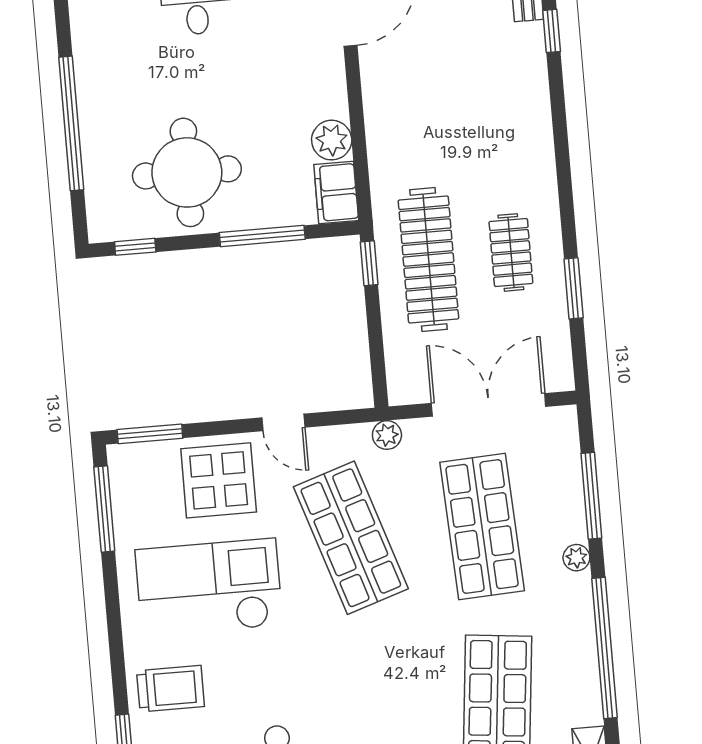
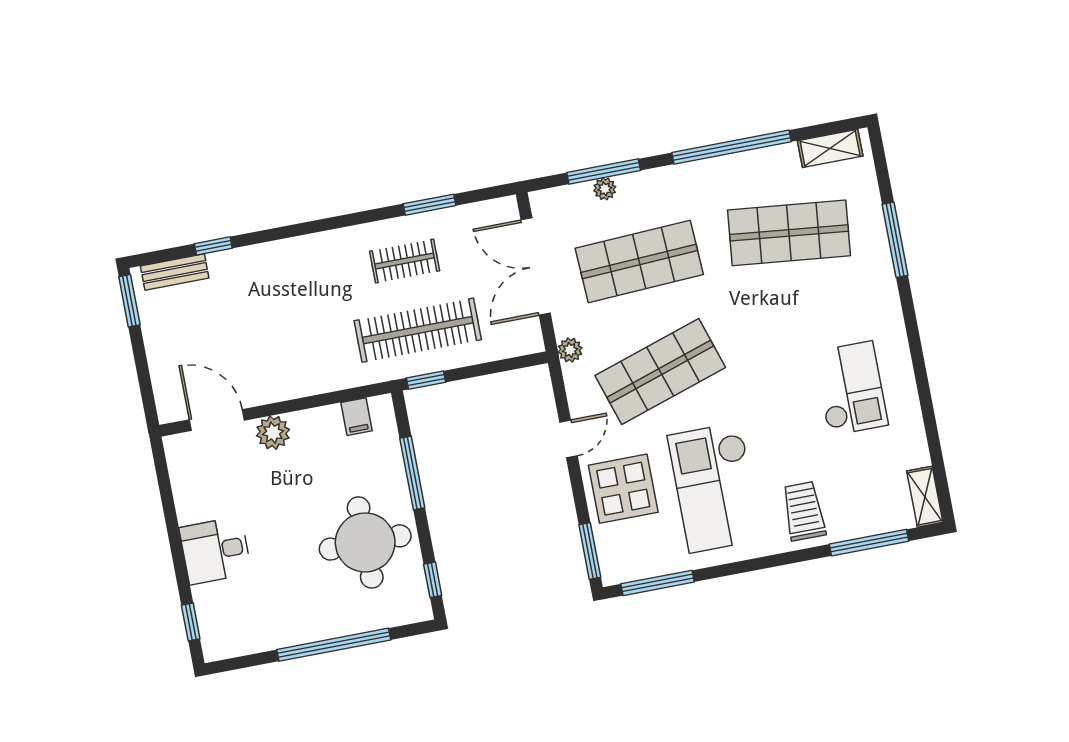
plant: (332, 140) -> (273, 433), moved
filing cabinet: (336, 192) -> (357, 417), width x0.50
plant: (576, 558) -> (605, 189), moved

